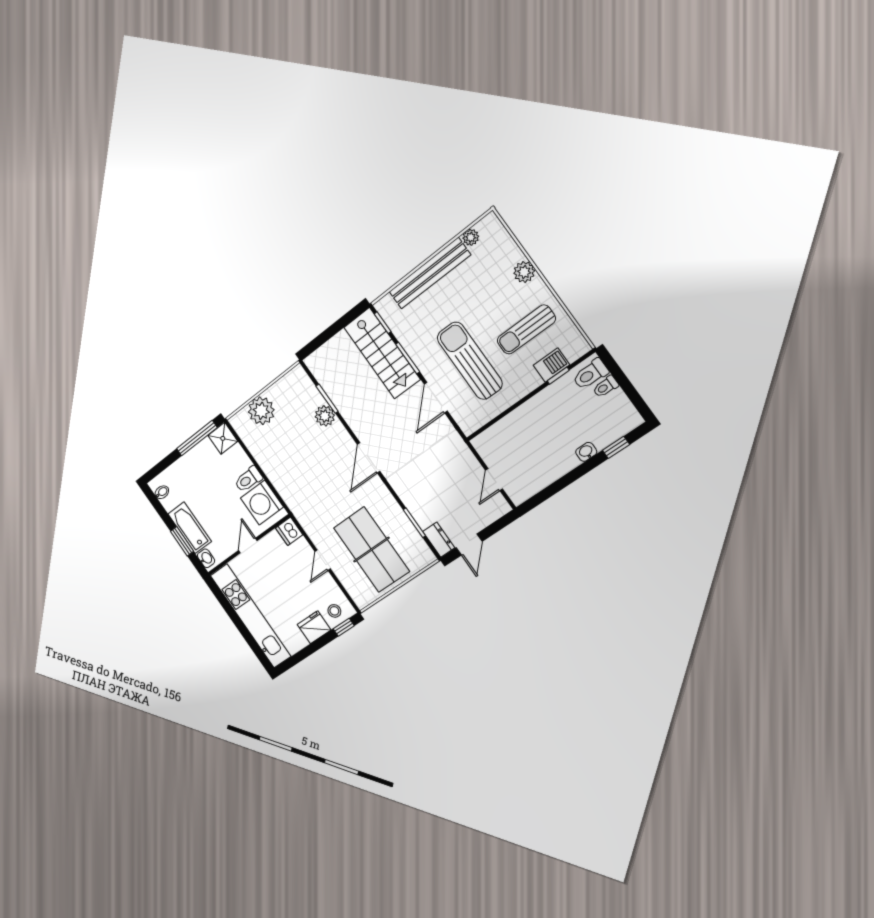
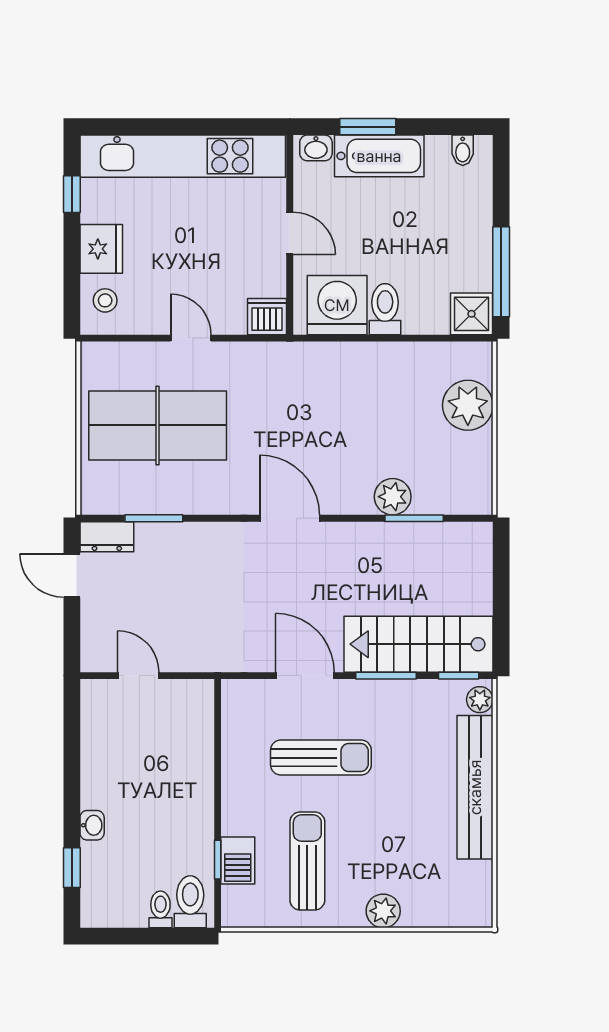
plant: (471, 237) -> (480, 700), moved
sun lounger: (470, 361) -> (321, 758), width x0.73, depth x0.75
window: (344, 627) -> (72, 194), moved

